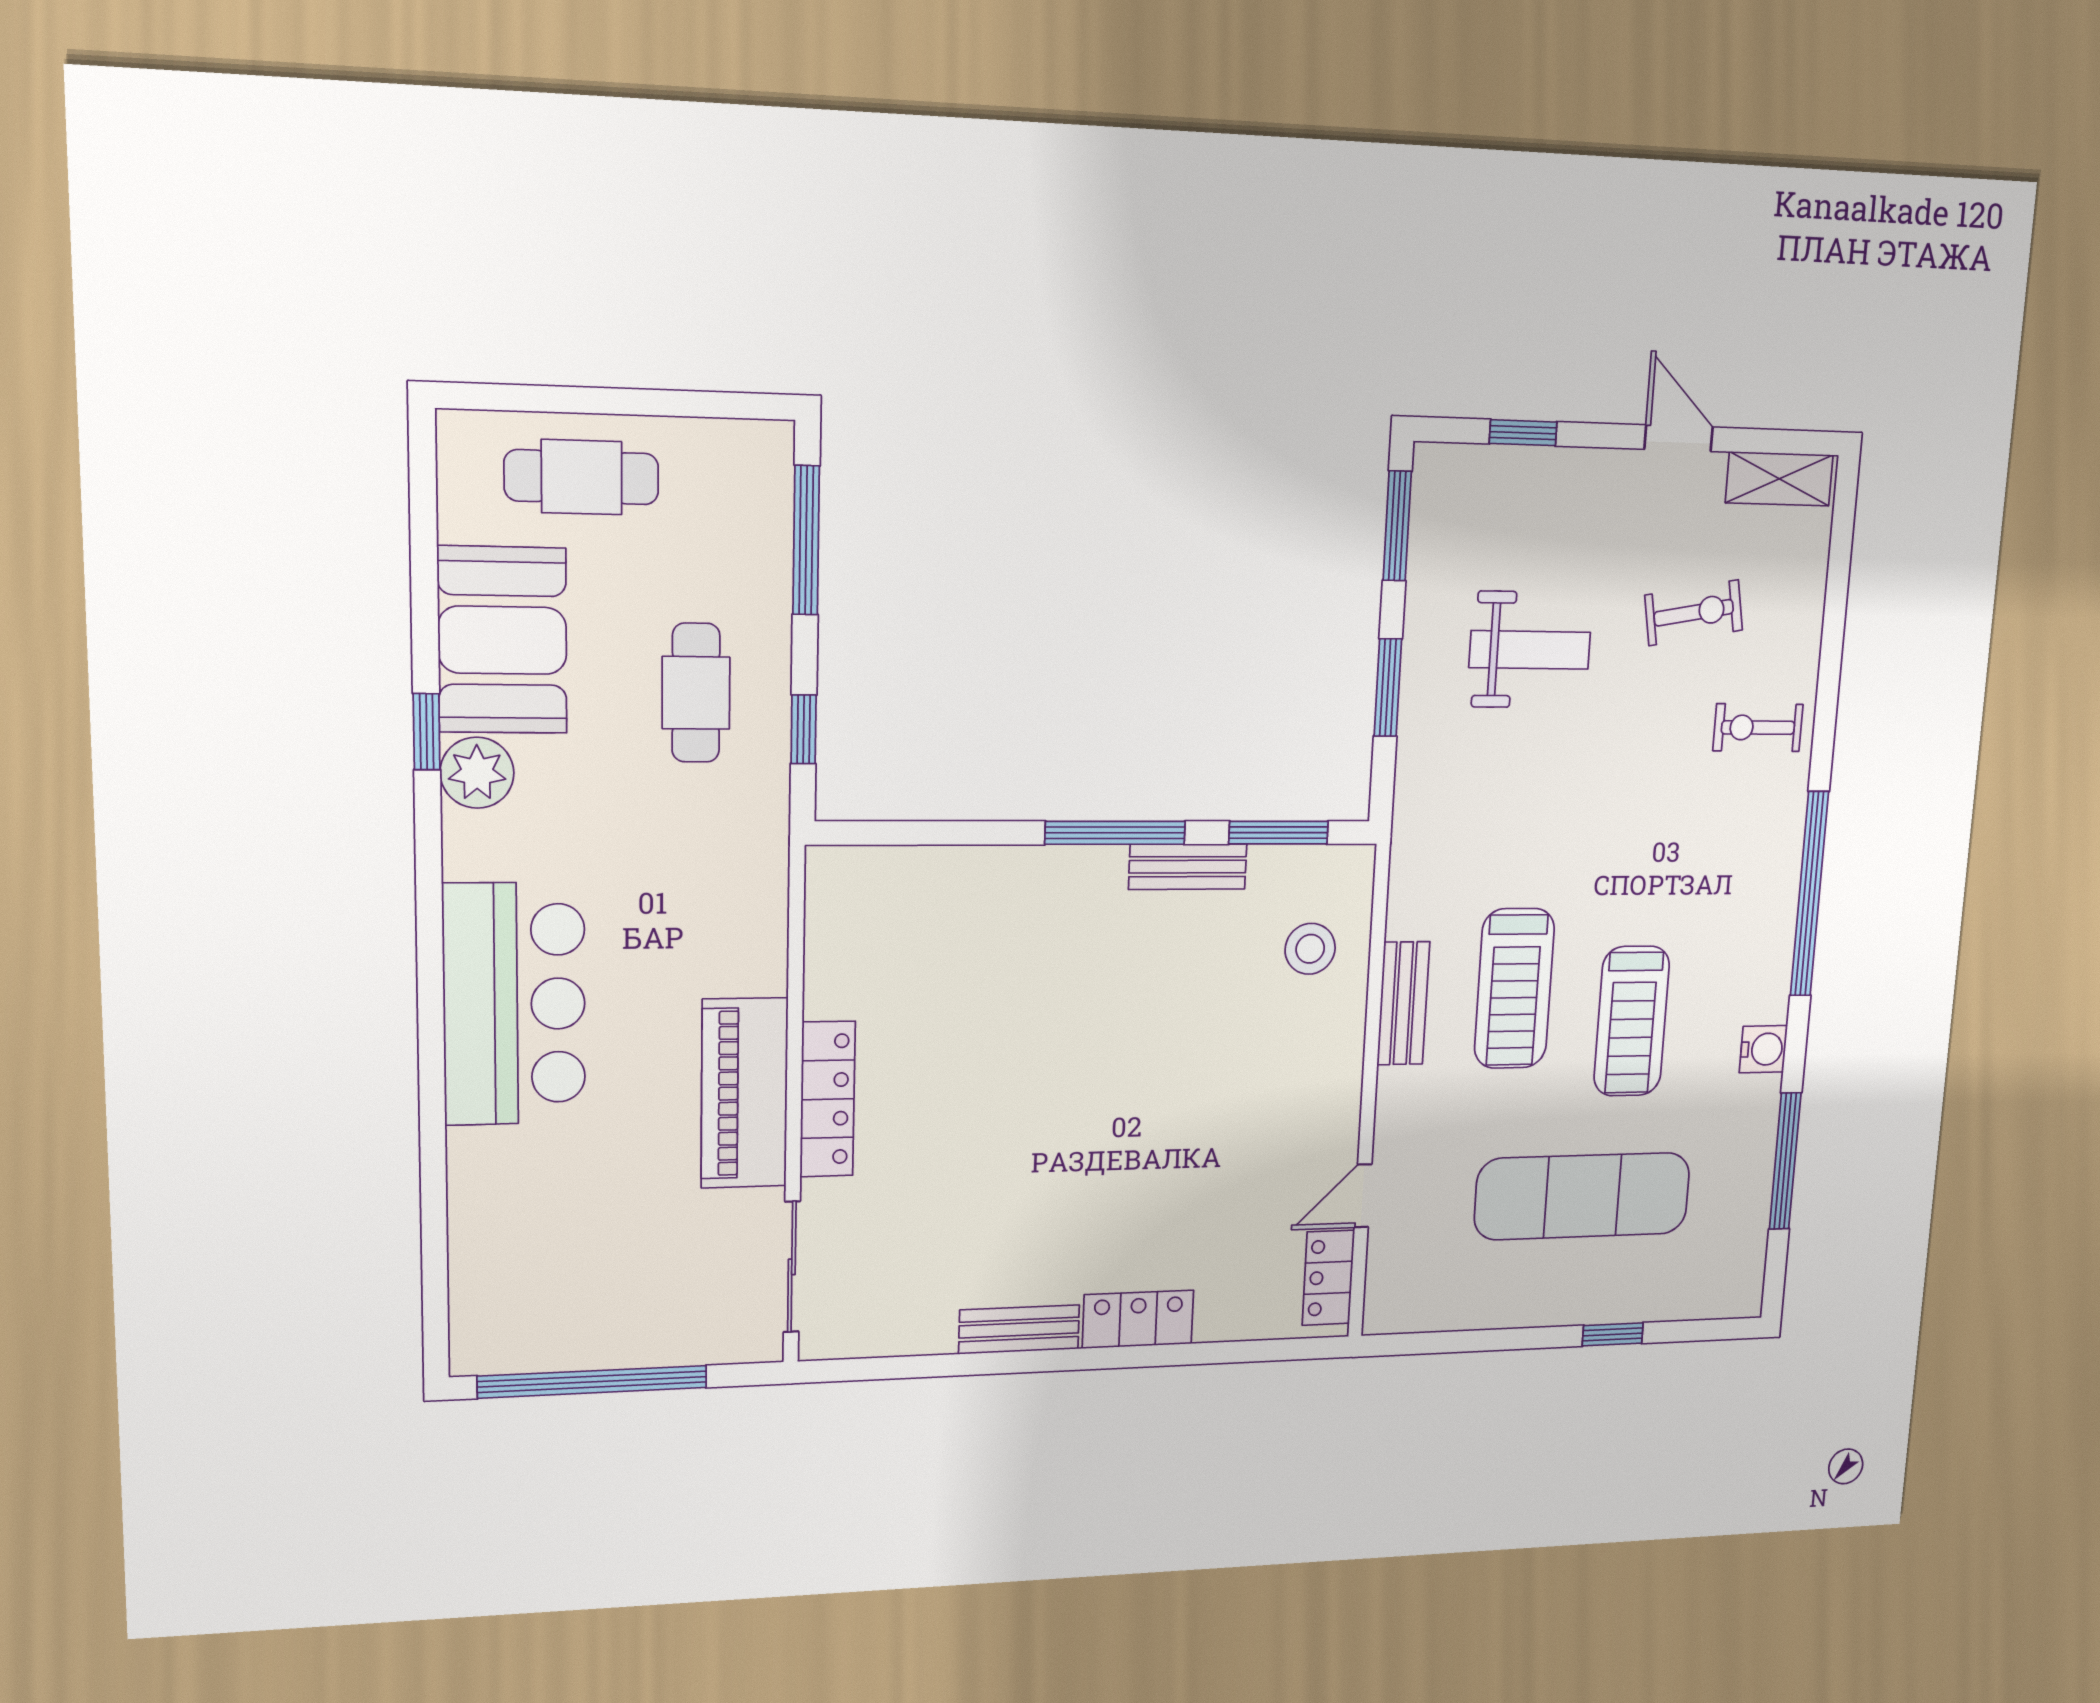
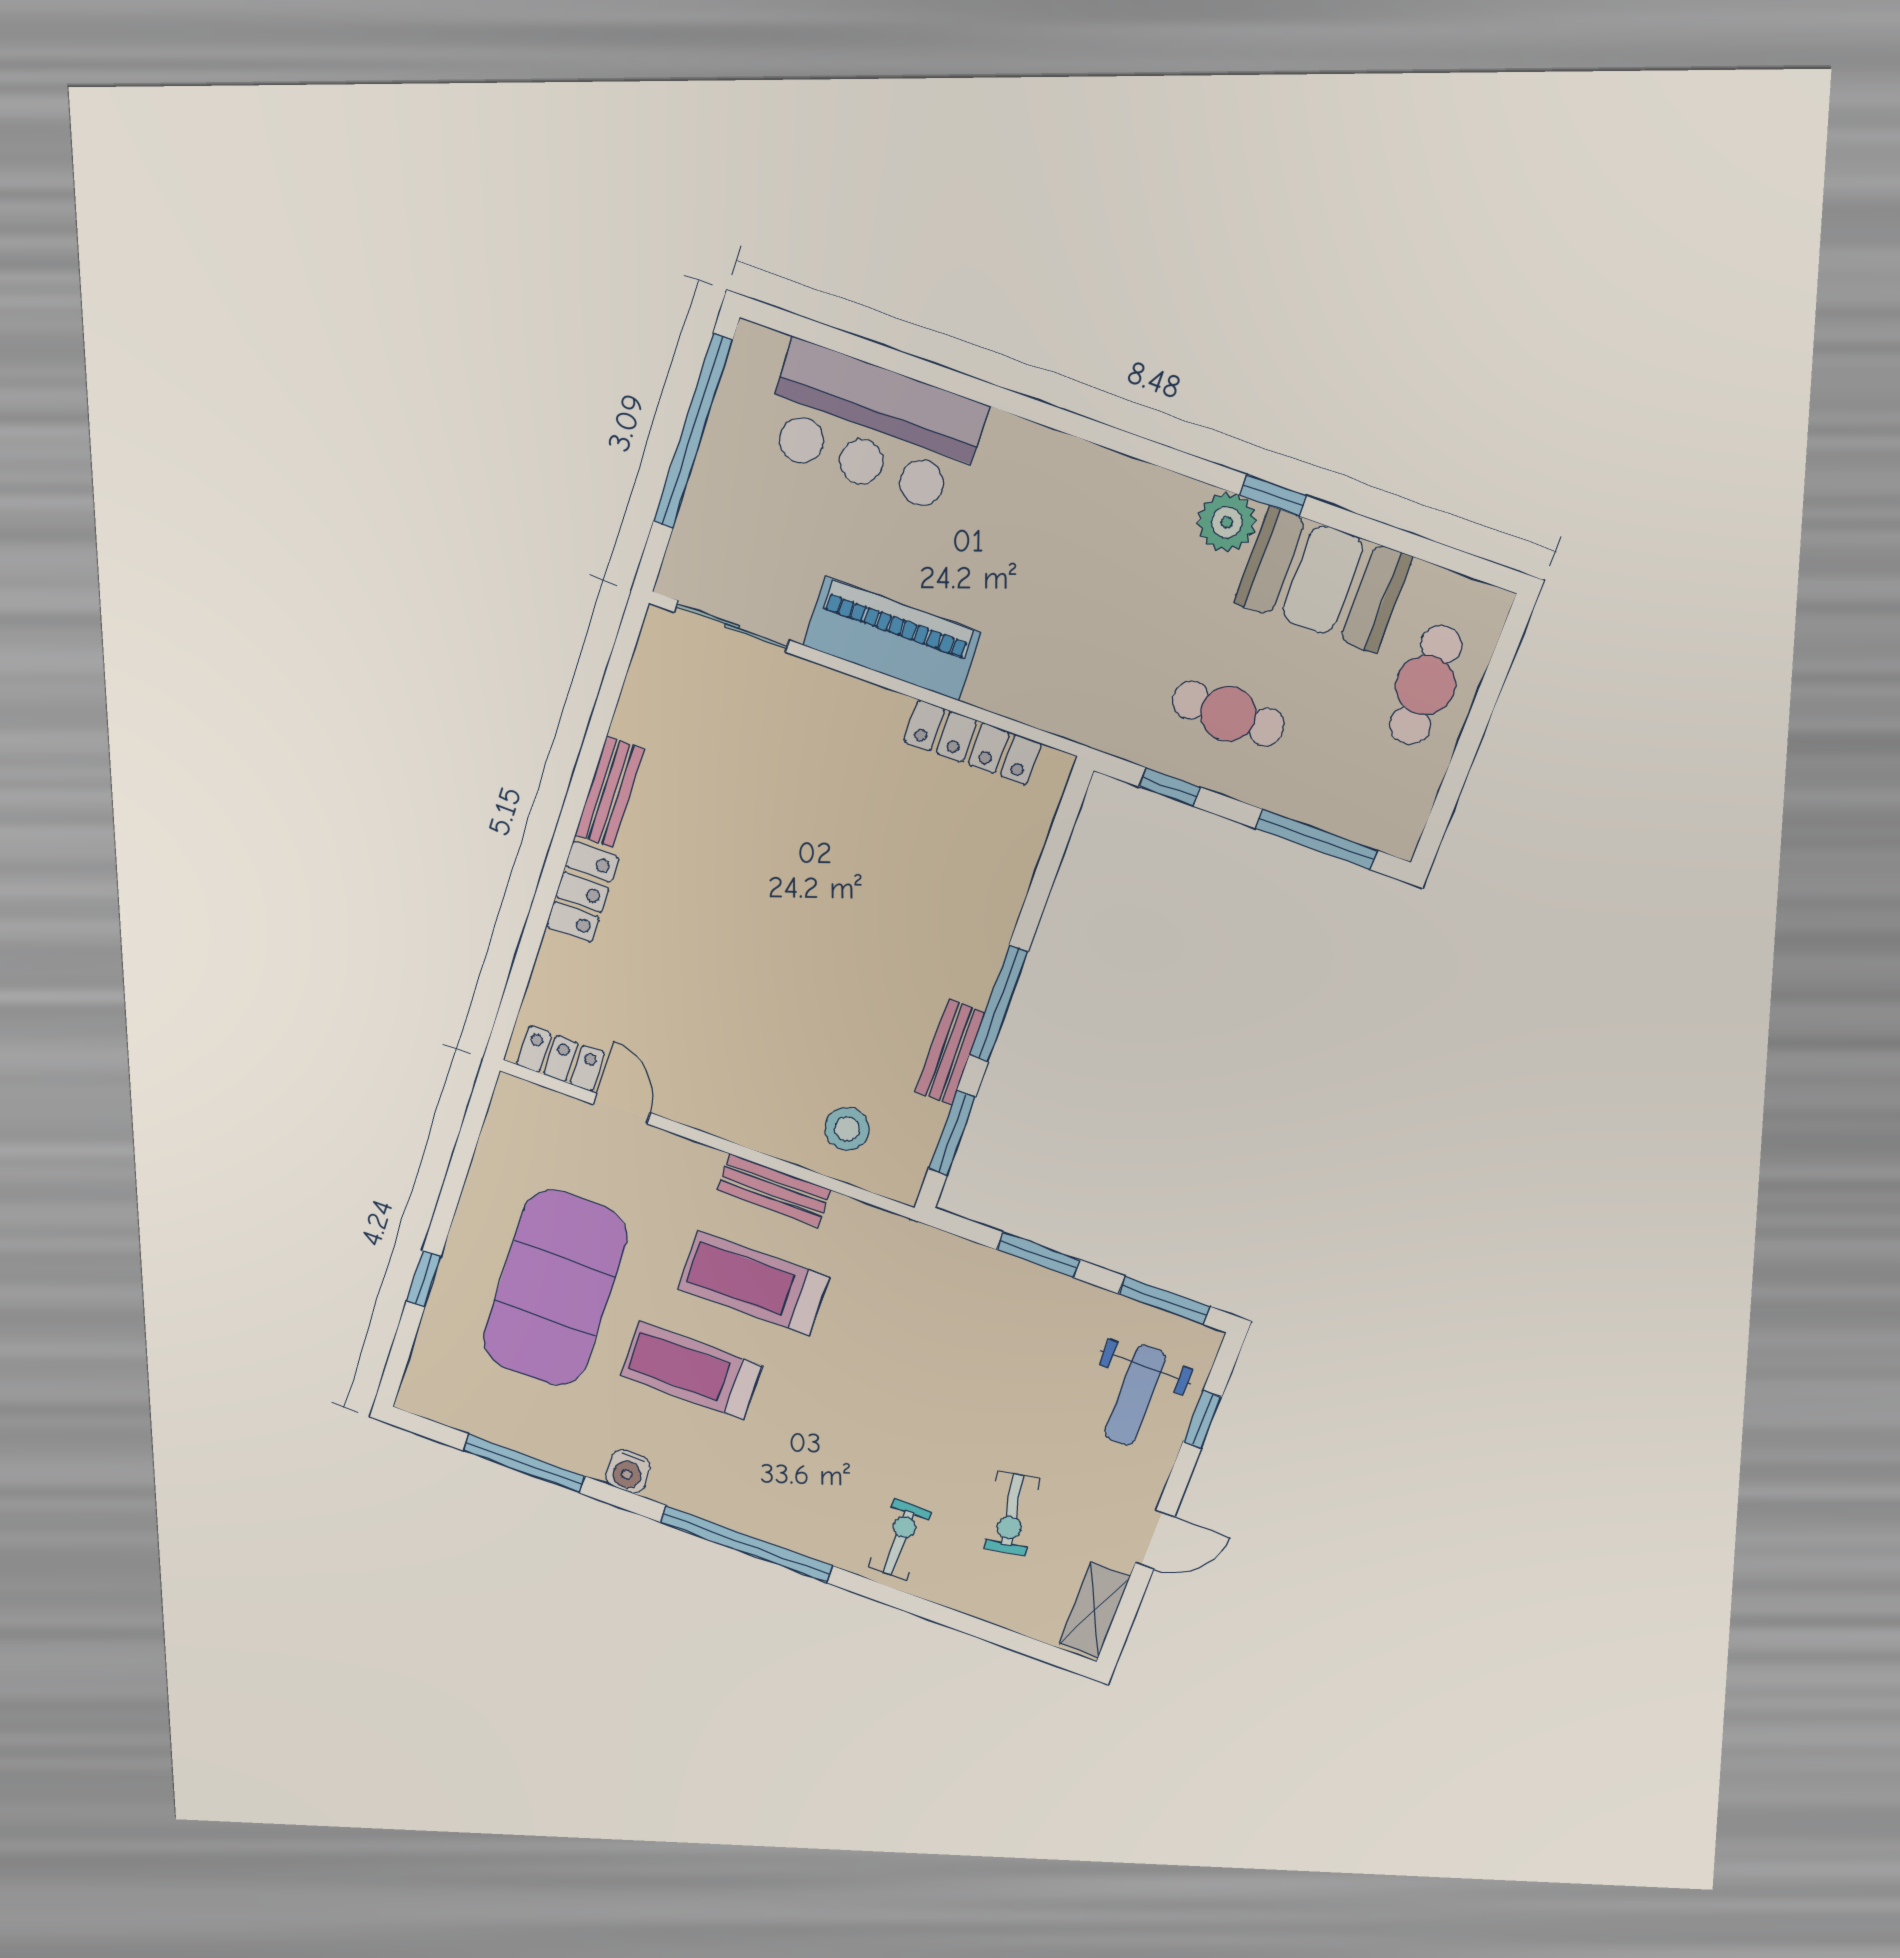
weight bench: (1530, 650) -> (1135, 1395), moved
bar counter: (514, 1004) -> (873, 427), moved
locker: (828, 1099) -> (972, 743), moved
exercise mat: (1582, 1196) -> (555, 1288), width x1.47

